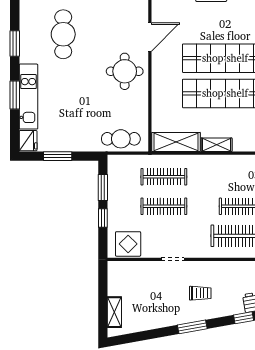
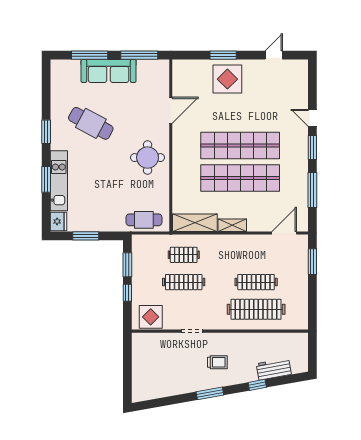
cafe table: (63, 34) -> (91, 123), turned -62
door: (150, 37) -> (171, 110), moved
clothes rail: (164, 177) -> (184, 255), width x0.73
shelving: (114, 312) -> (138, 380), removed

